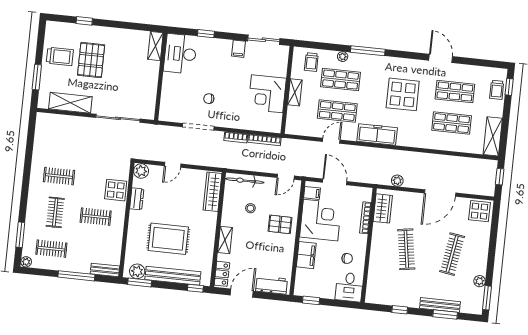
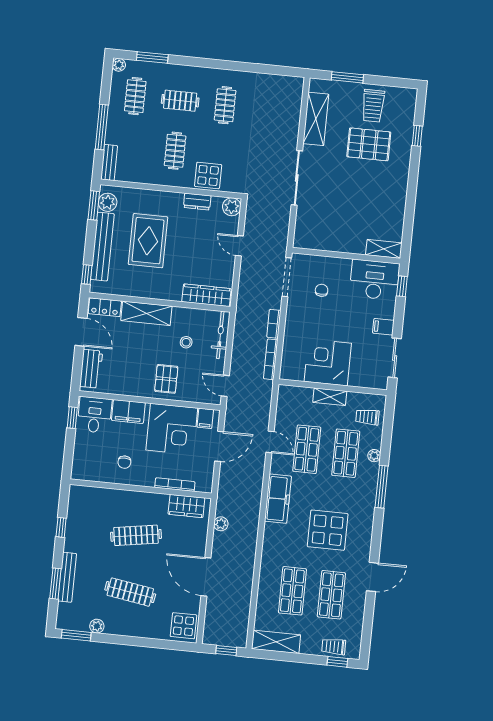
shelving: (155, 46) -> (384, 249), moved
desk: (180, 54) -> (374, 280), moved
wall: (161, 77) -> (346, 256), moved
shelving: (225, 240) -> (146, 313), width x1.50, depth x1.33
desk: (349, 287) -> (95, 415), moved, turned 90

